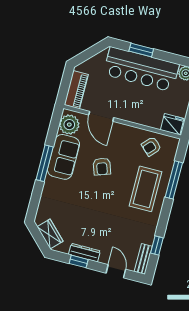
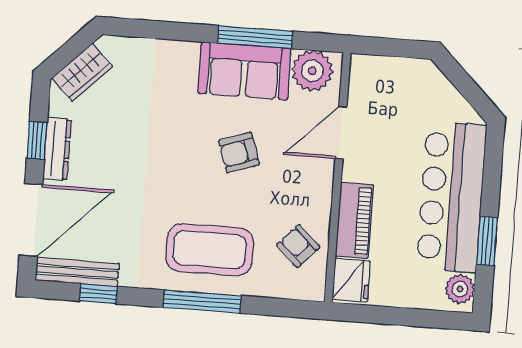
window: (141, 50) -> (487, 241), moved
piano: (76, 90) -> (354, 220), moved, turned -90
window: (45, 163) -> (255, 37), moved
window: (174, 180) -> (202, 302), moved
bench: (143, 259) -> (77, 272), width x1.36
door: (116, 271) -> (31, 220), width x1.88

